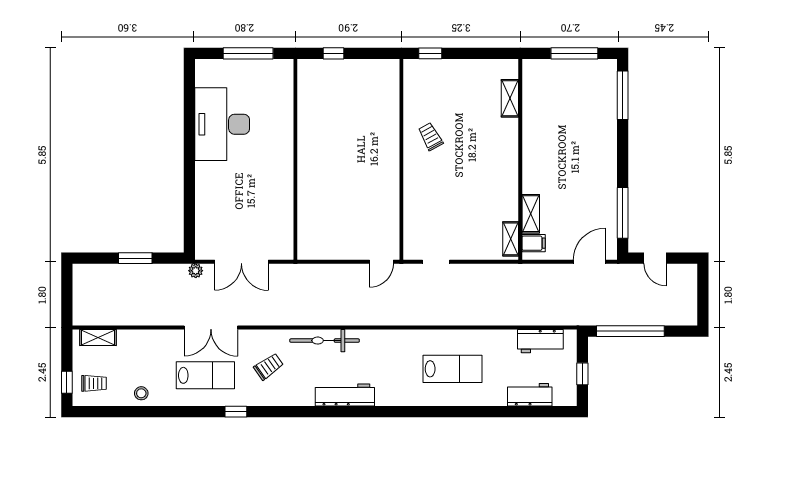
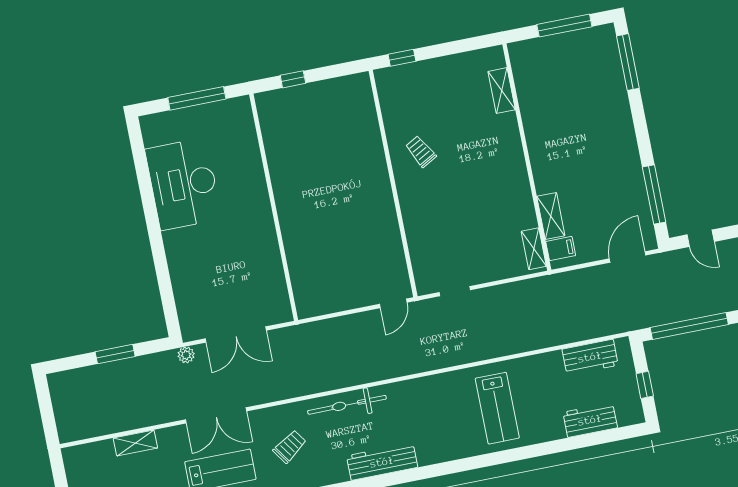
shelving: (98, 337) -> (135, 443), moved
lab bench: (452, 369) -> (497, 408), turned 90

